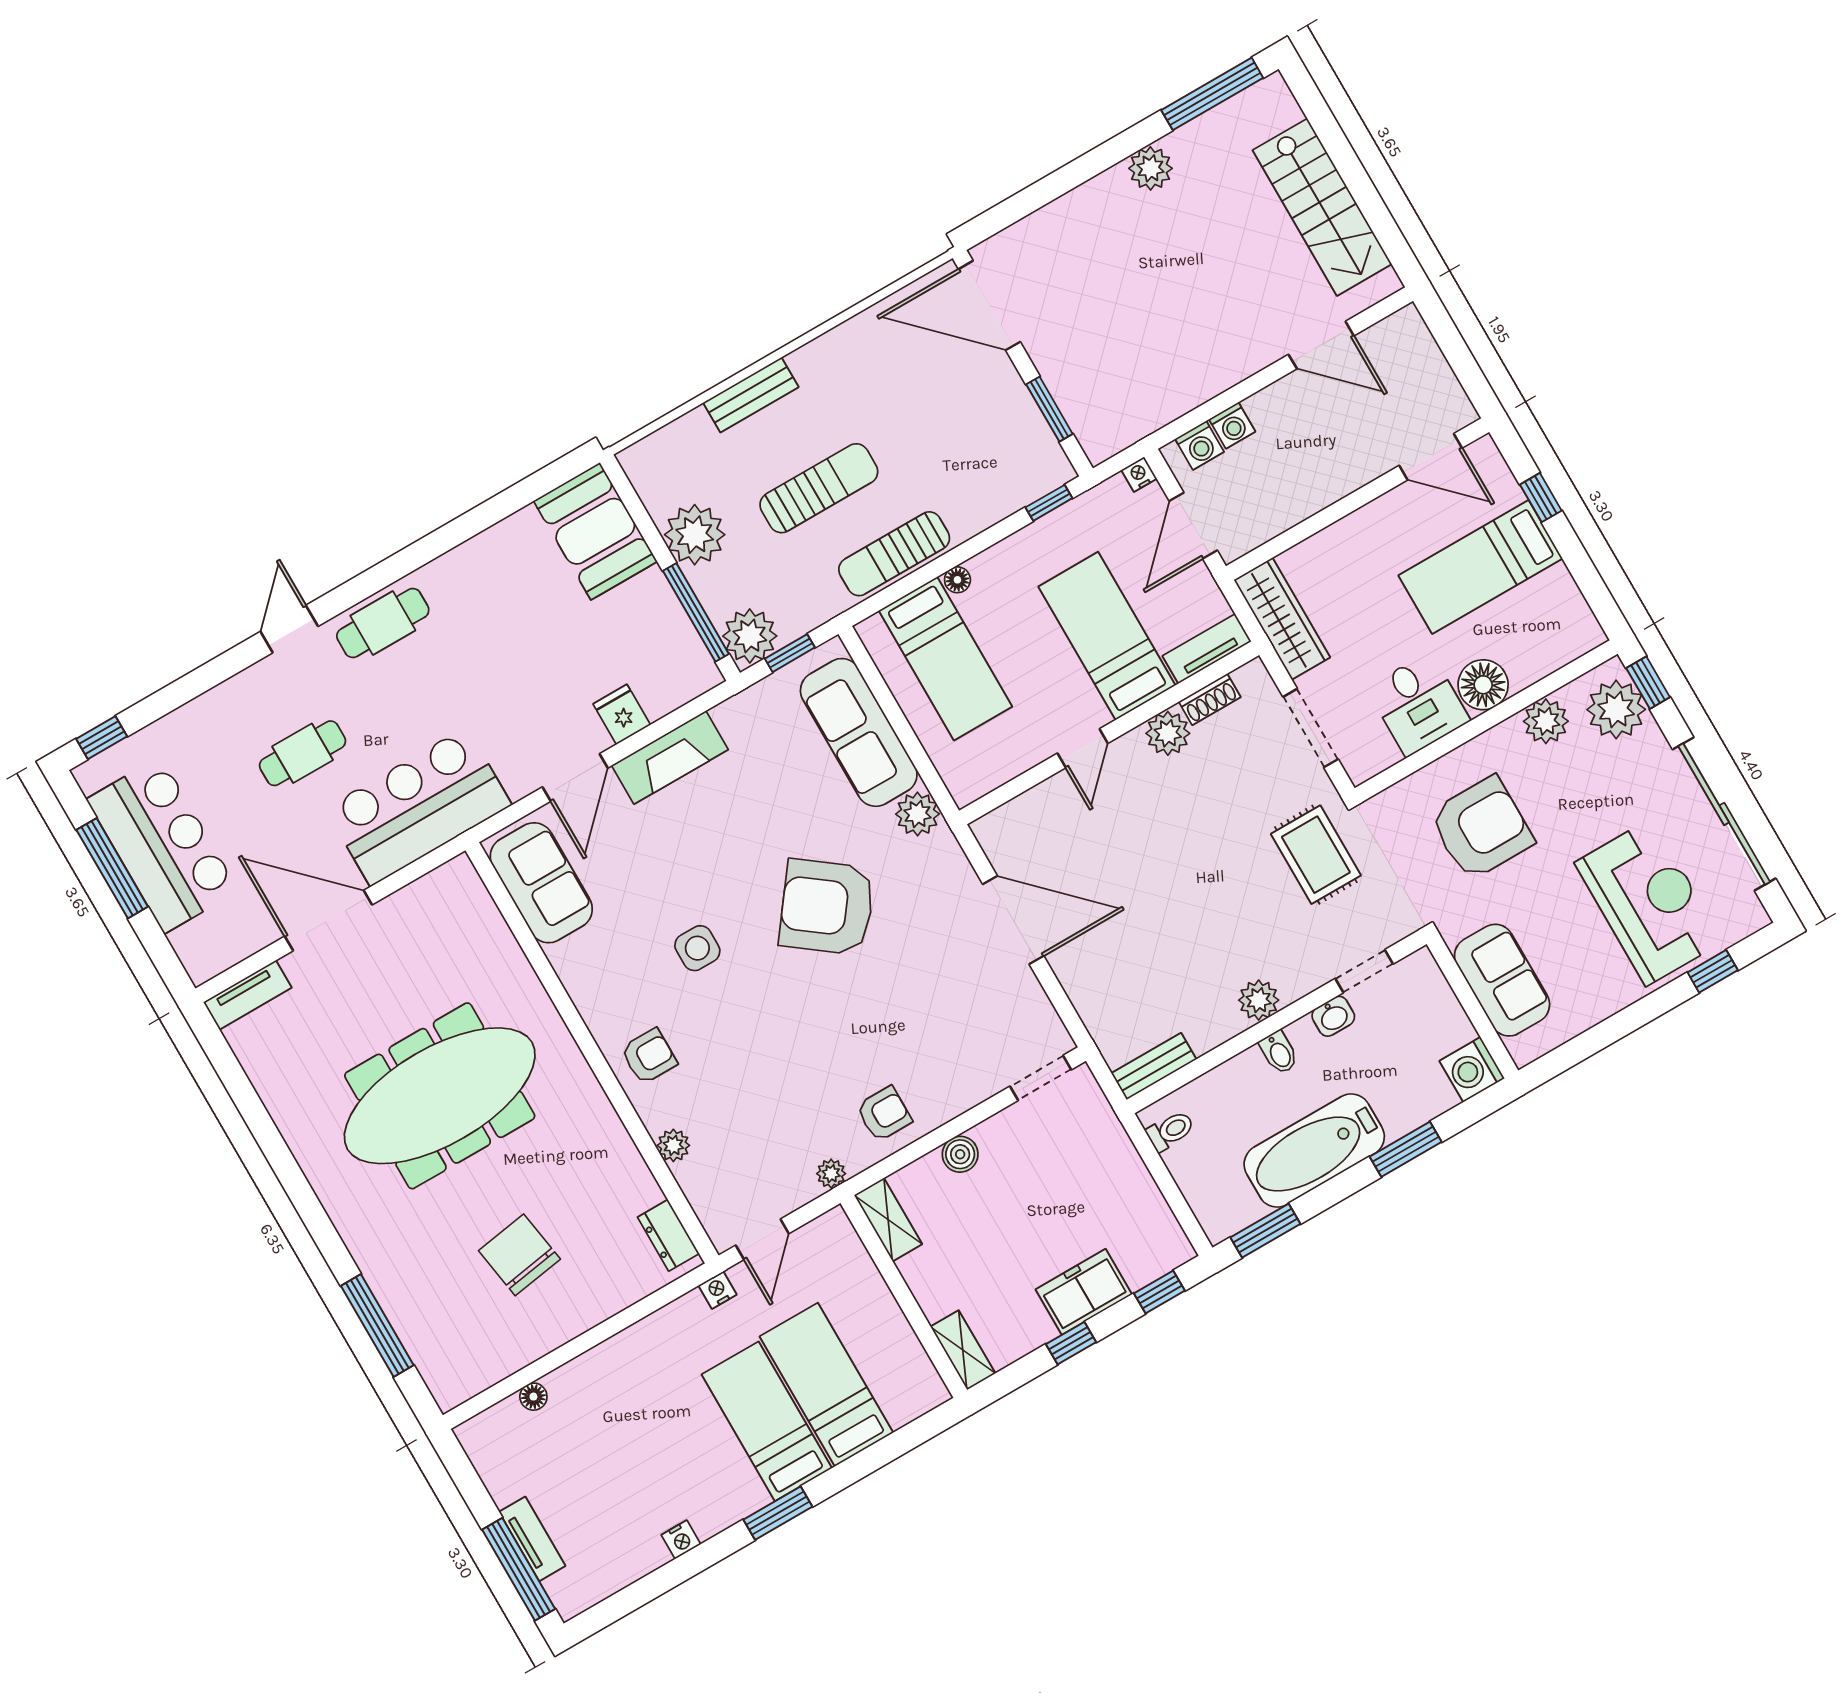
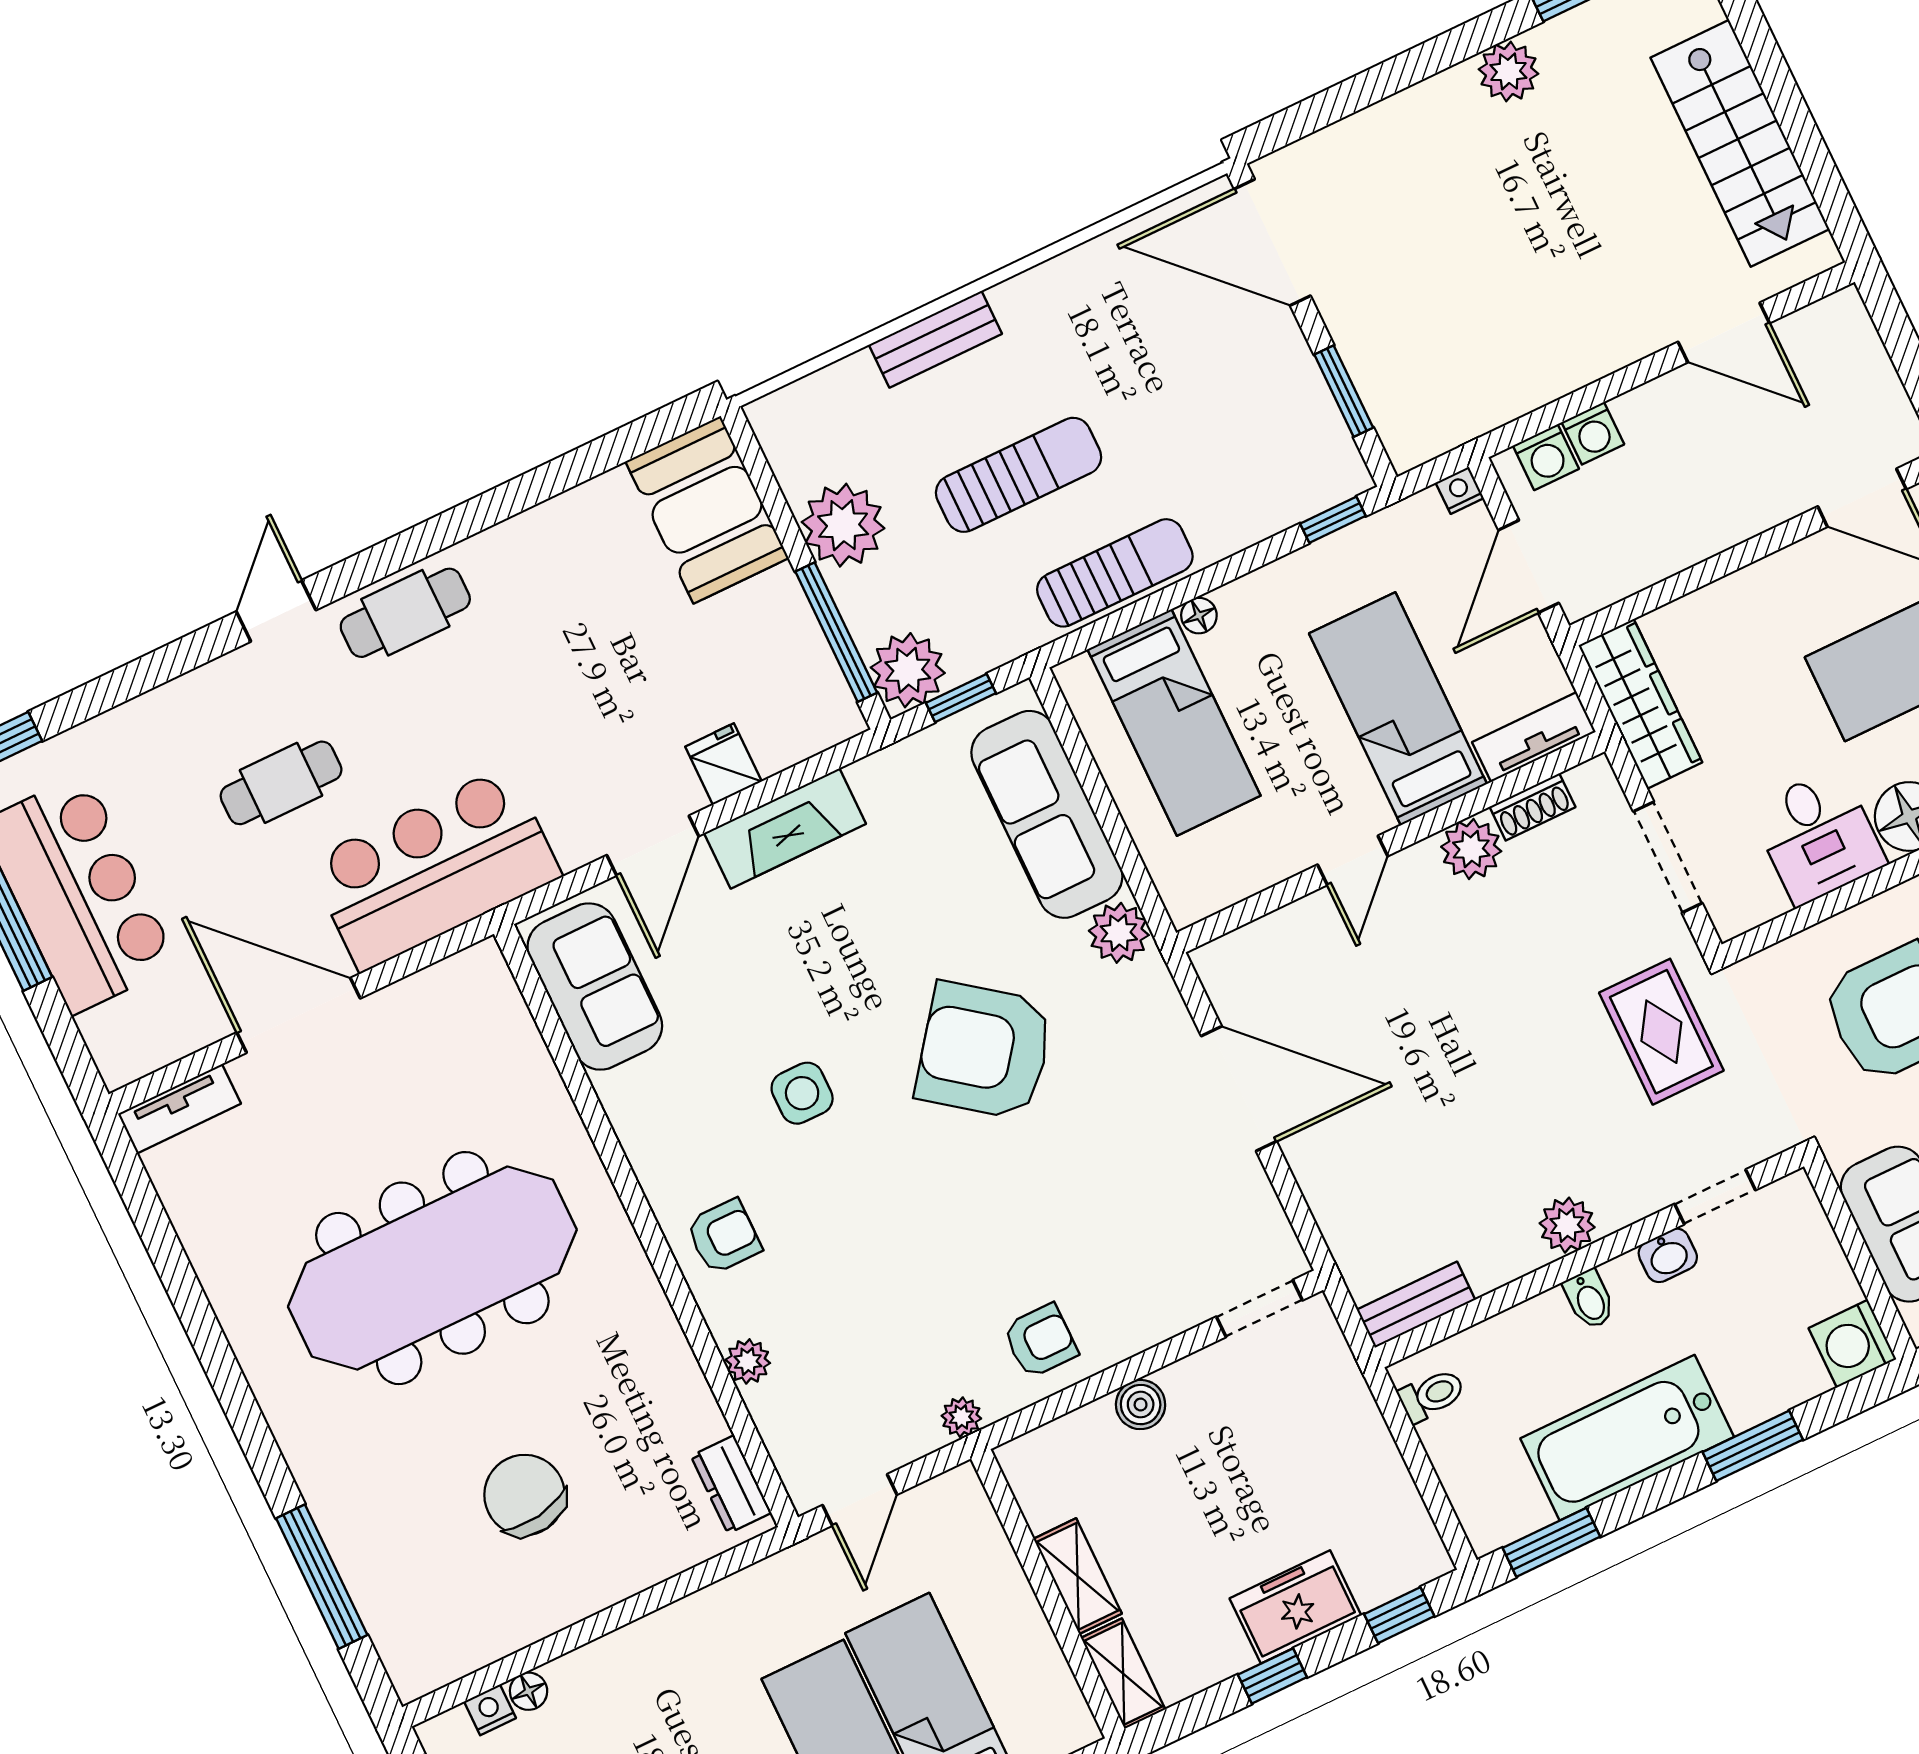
sun lounger: (894, 554) -> (1115, 573), turned 180
shelving: (888, 1220) -> (1078, 1576), moved
nightstand: (717, 1290) -> (490, 1710), moved

